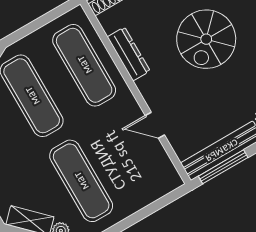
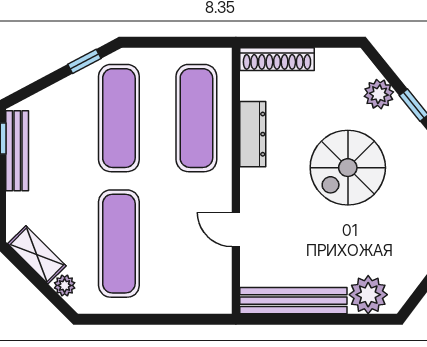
window: (223, 167) -> (285, 319), removed

